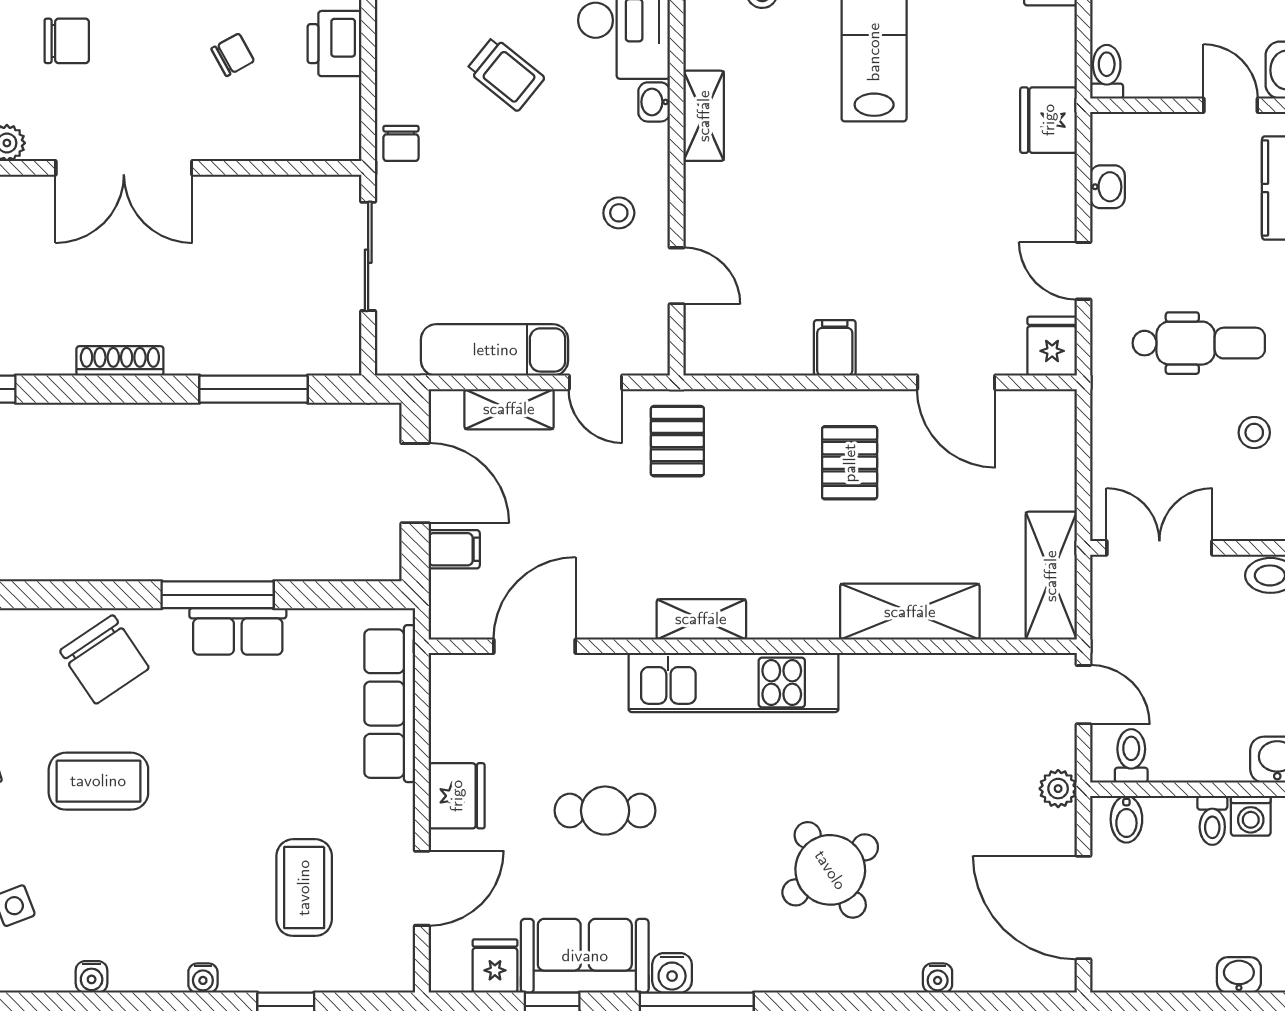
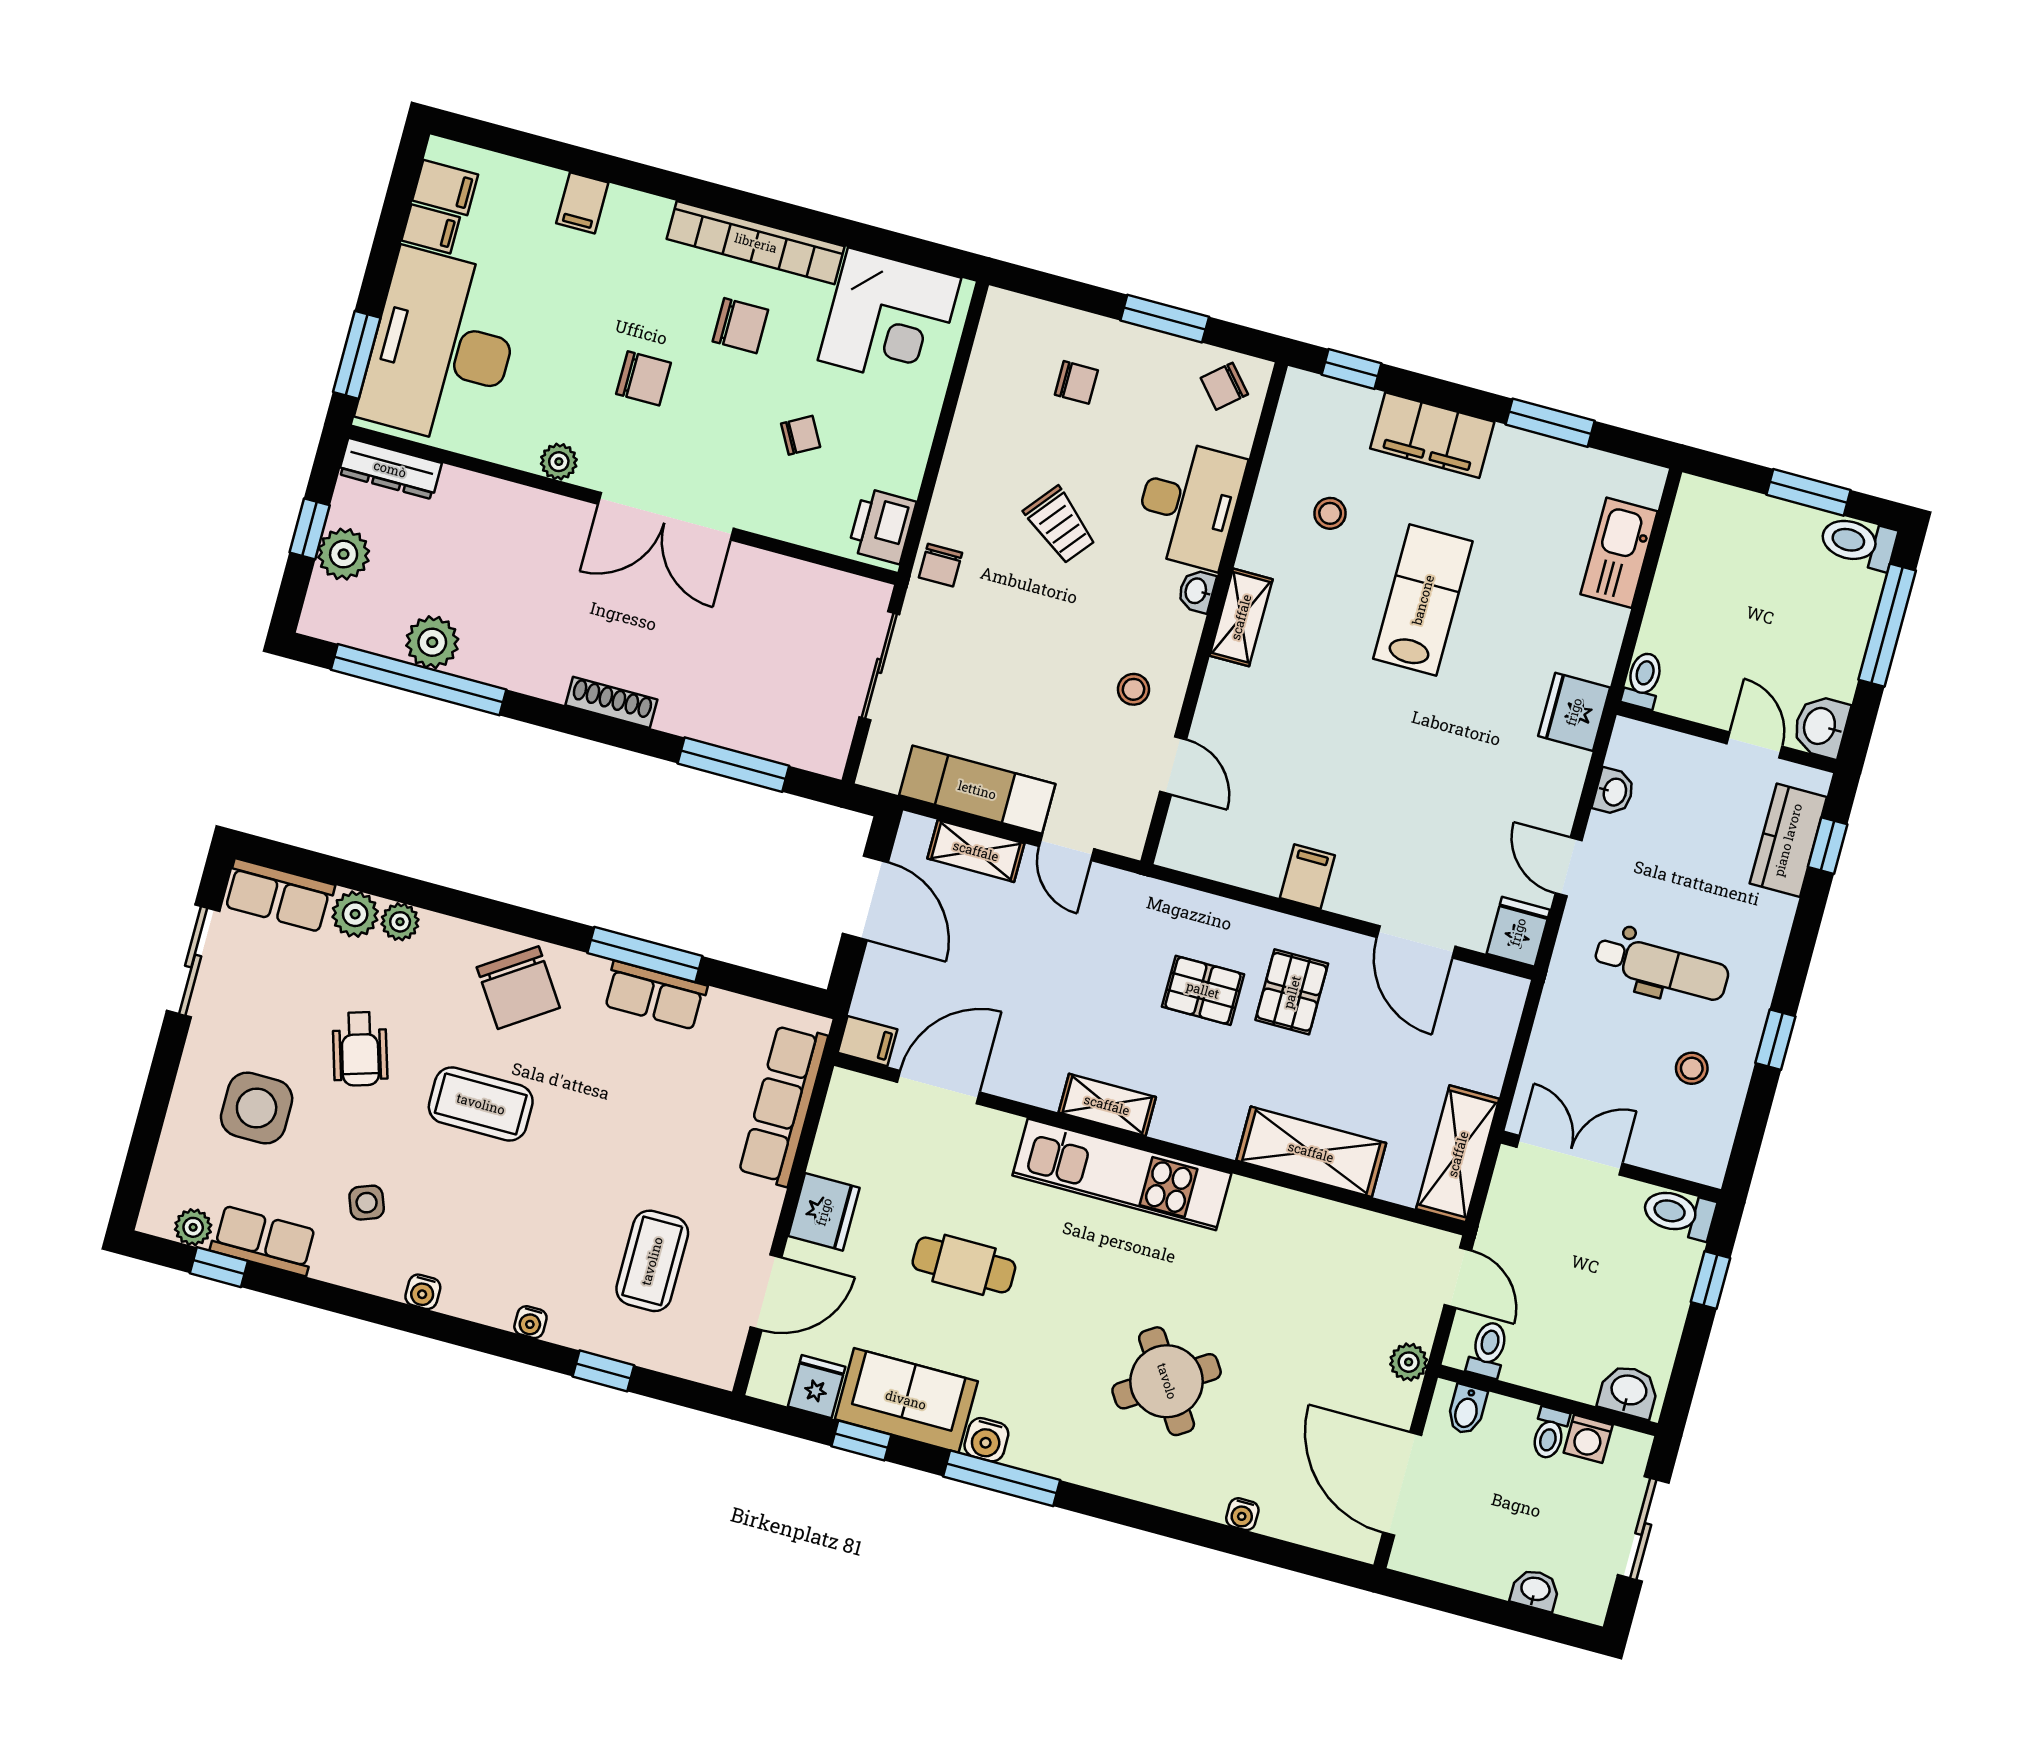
printer: (334, 44) -> (882, 526), moved
pallet: (677, 441) -> (1203, 990), moved, turned 90
filing cabinet: (454, 549) -> (867, 1041), moved

